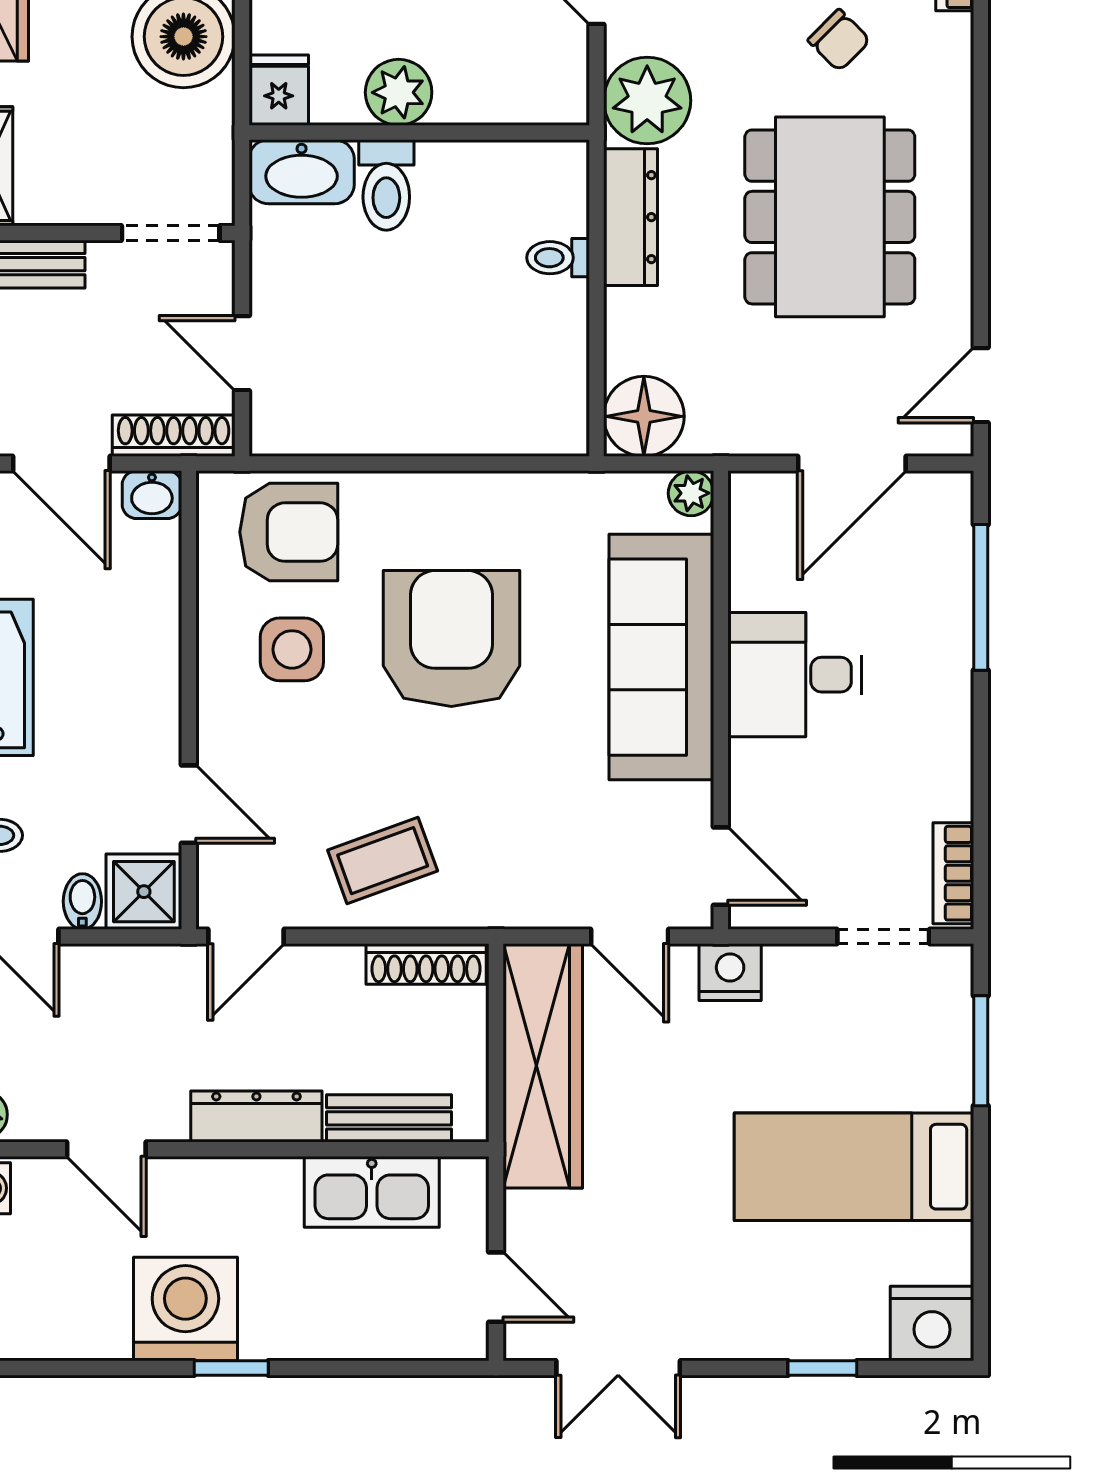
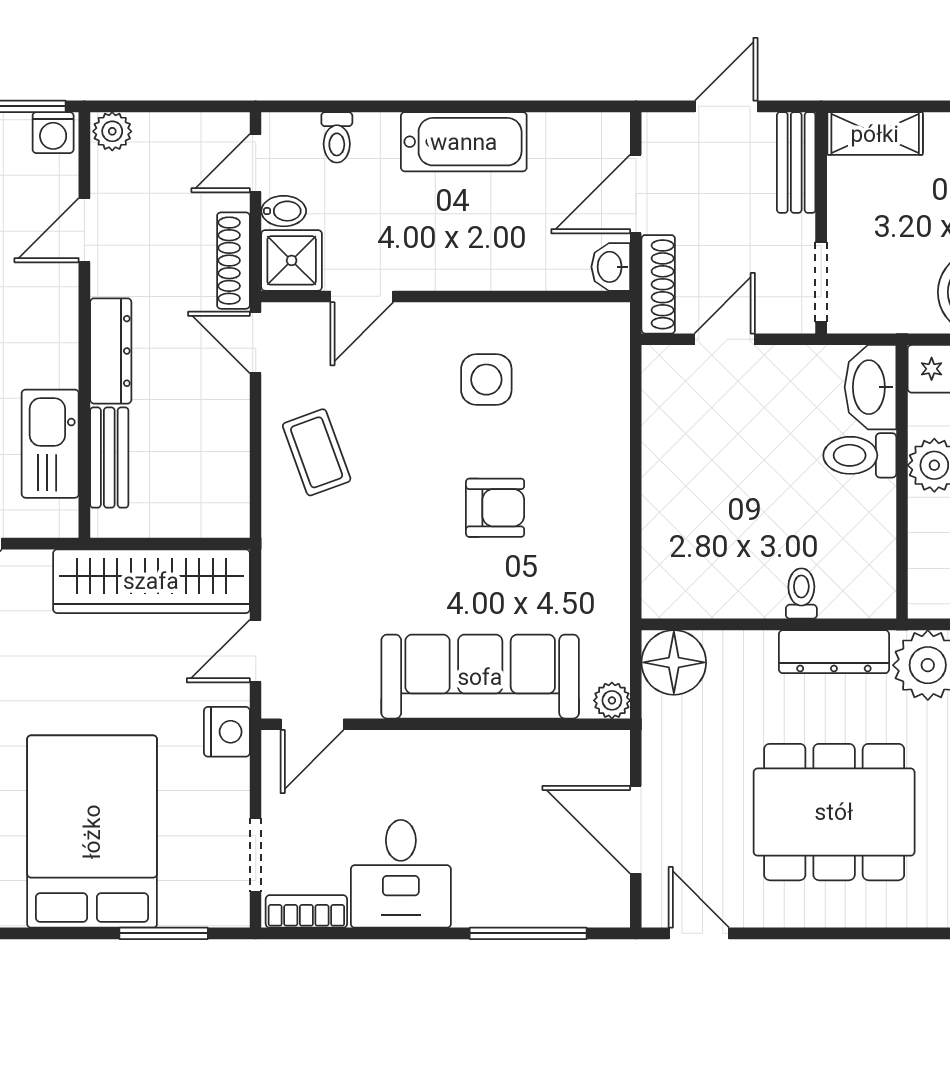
armchair: (289, 532) -> (581, 377), removed
armchair: (451, 639) -> (495, 508), width x0.53, depth x0.53
desk: (795, 675) -> (401, 874), moved, turned 180
shoe rack: (426, 964) -> (233, 261), moved
bed: (854, 1167) -> (92, 832), width x1.50

